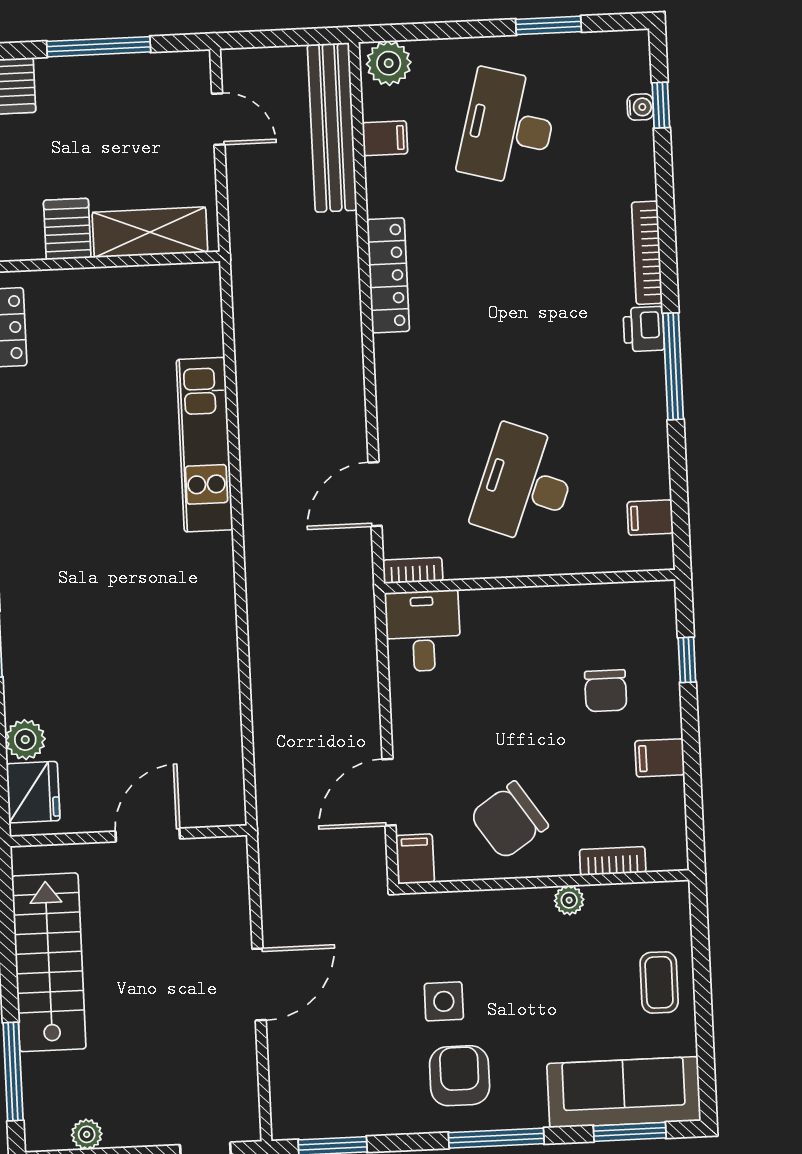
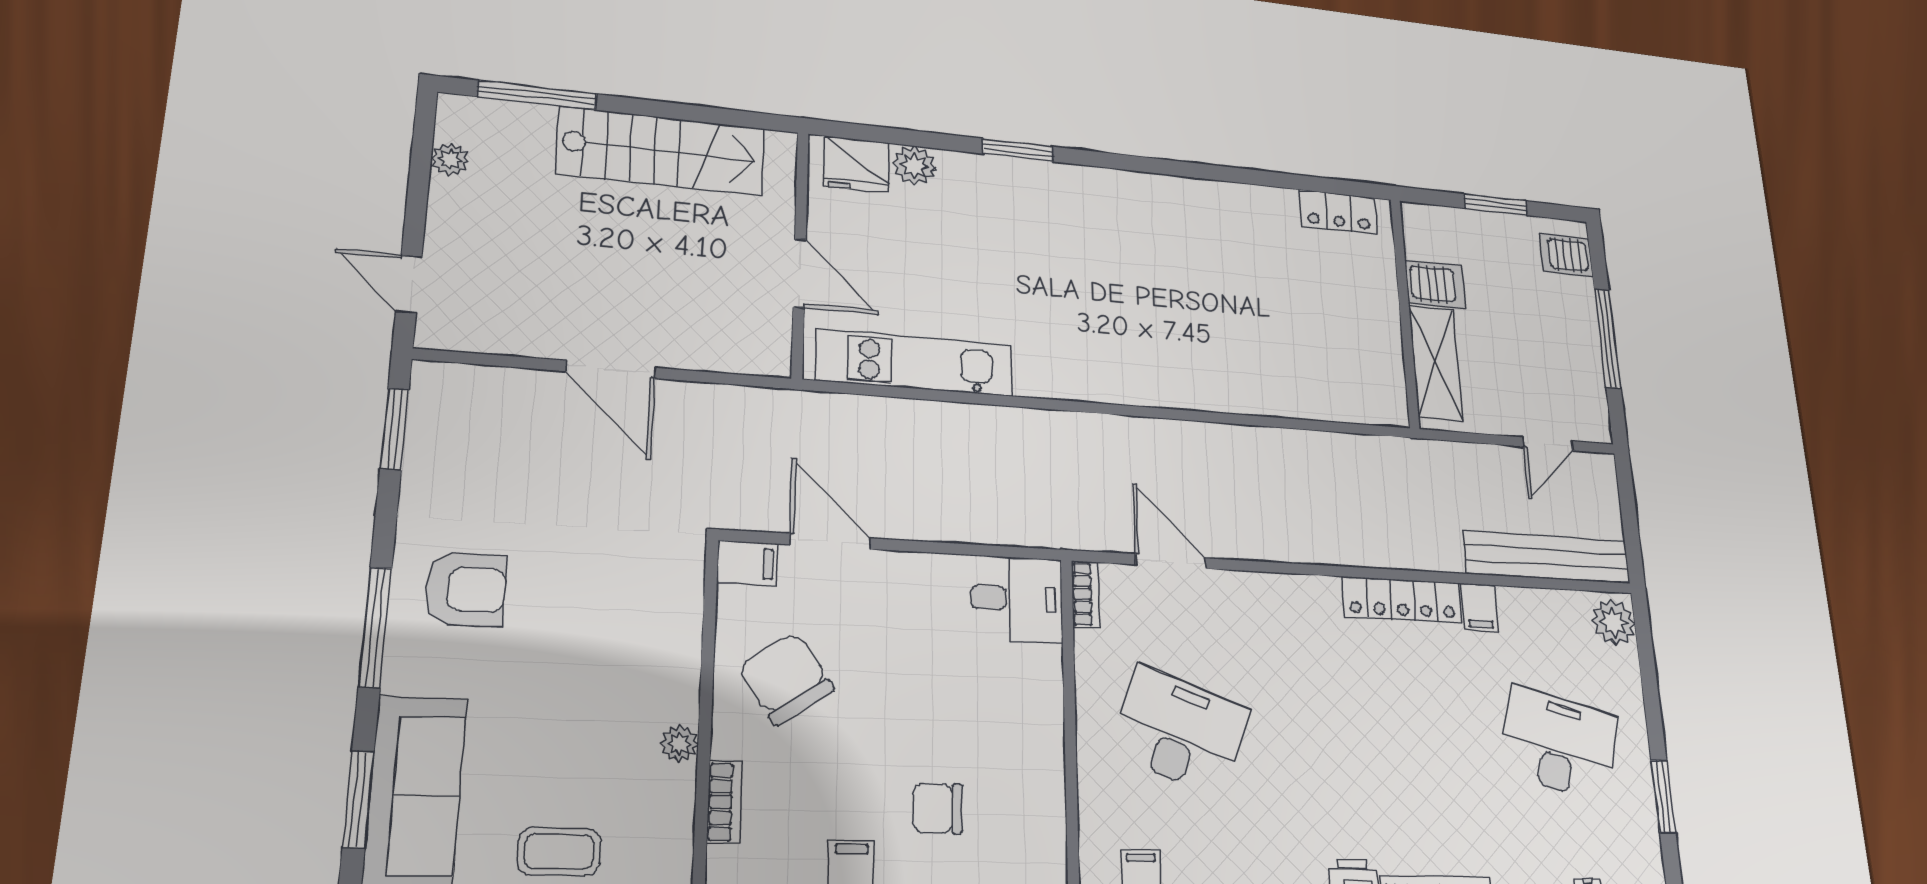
filing cabinet: (385, 138) -> (1480, 607), moved
kitchen unit: (205, 445) -> (915, 363), moved
side table: (444, 1001) -> (565, 579), removed

